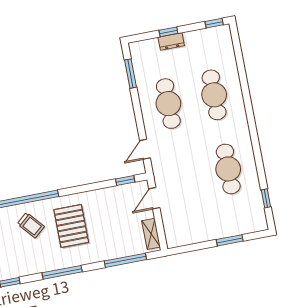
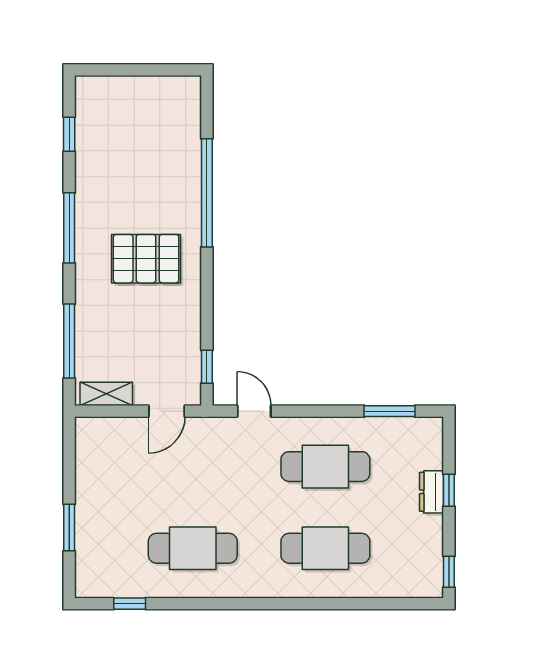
door: (154, 198) -> (167, 411), swing flipped
trolley: (31, 225) -> (161, 189), removed

